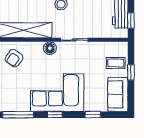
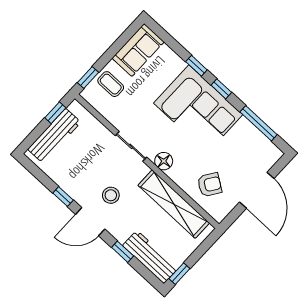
window: (131, 72) -> (88, 78), moved
window: (93, 115) -> (196, 66), moved

